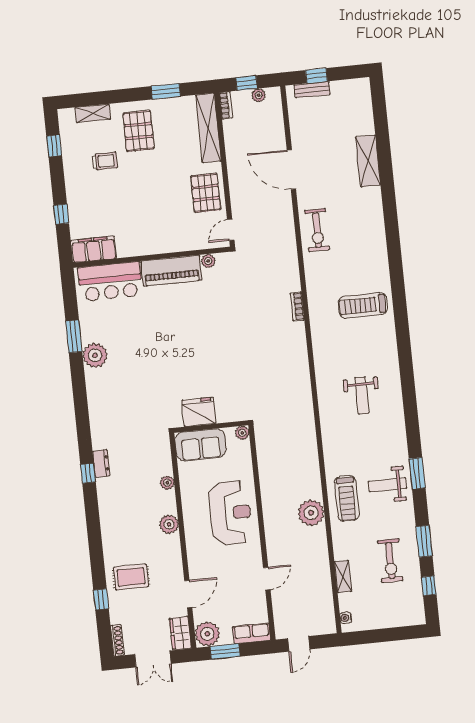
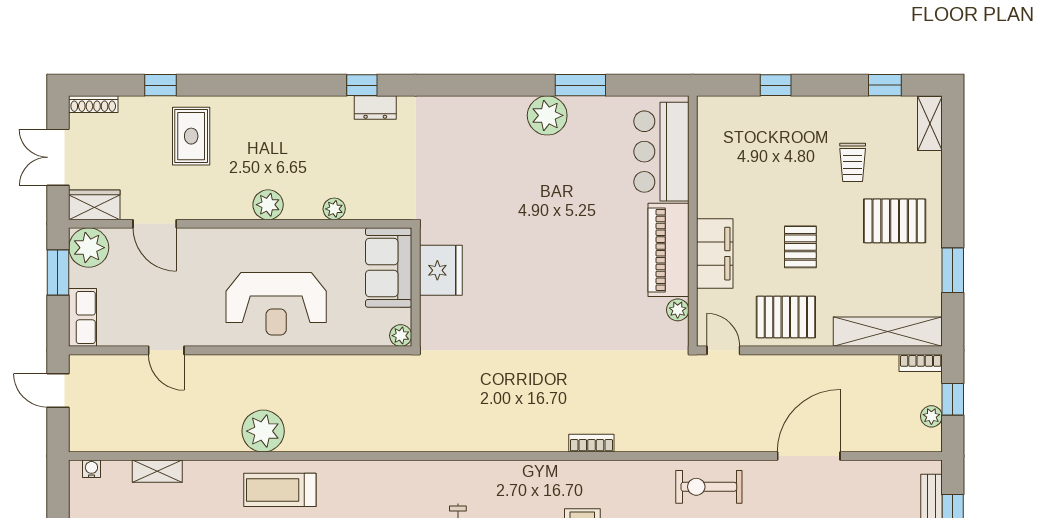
shelving: (93, 113) -> (930, 123), moved
pallet: (161, 188) -> (800, 247), added
filing cabinet: (94, 249) -> (715, 254), moved

